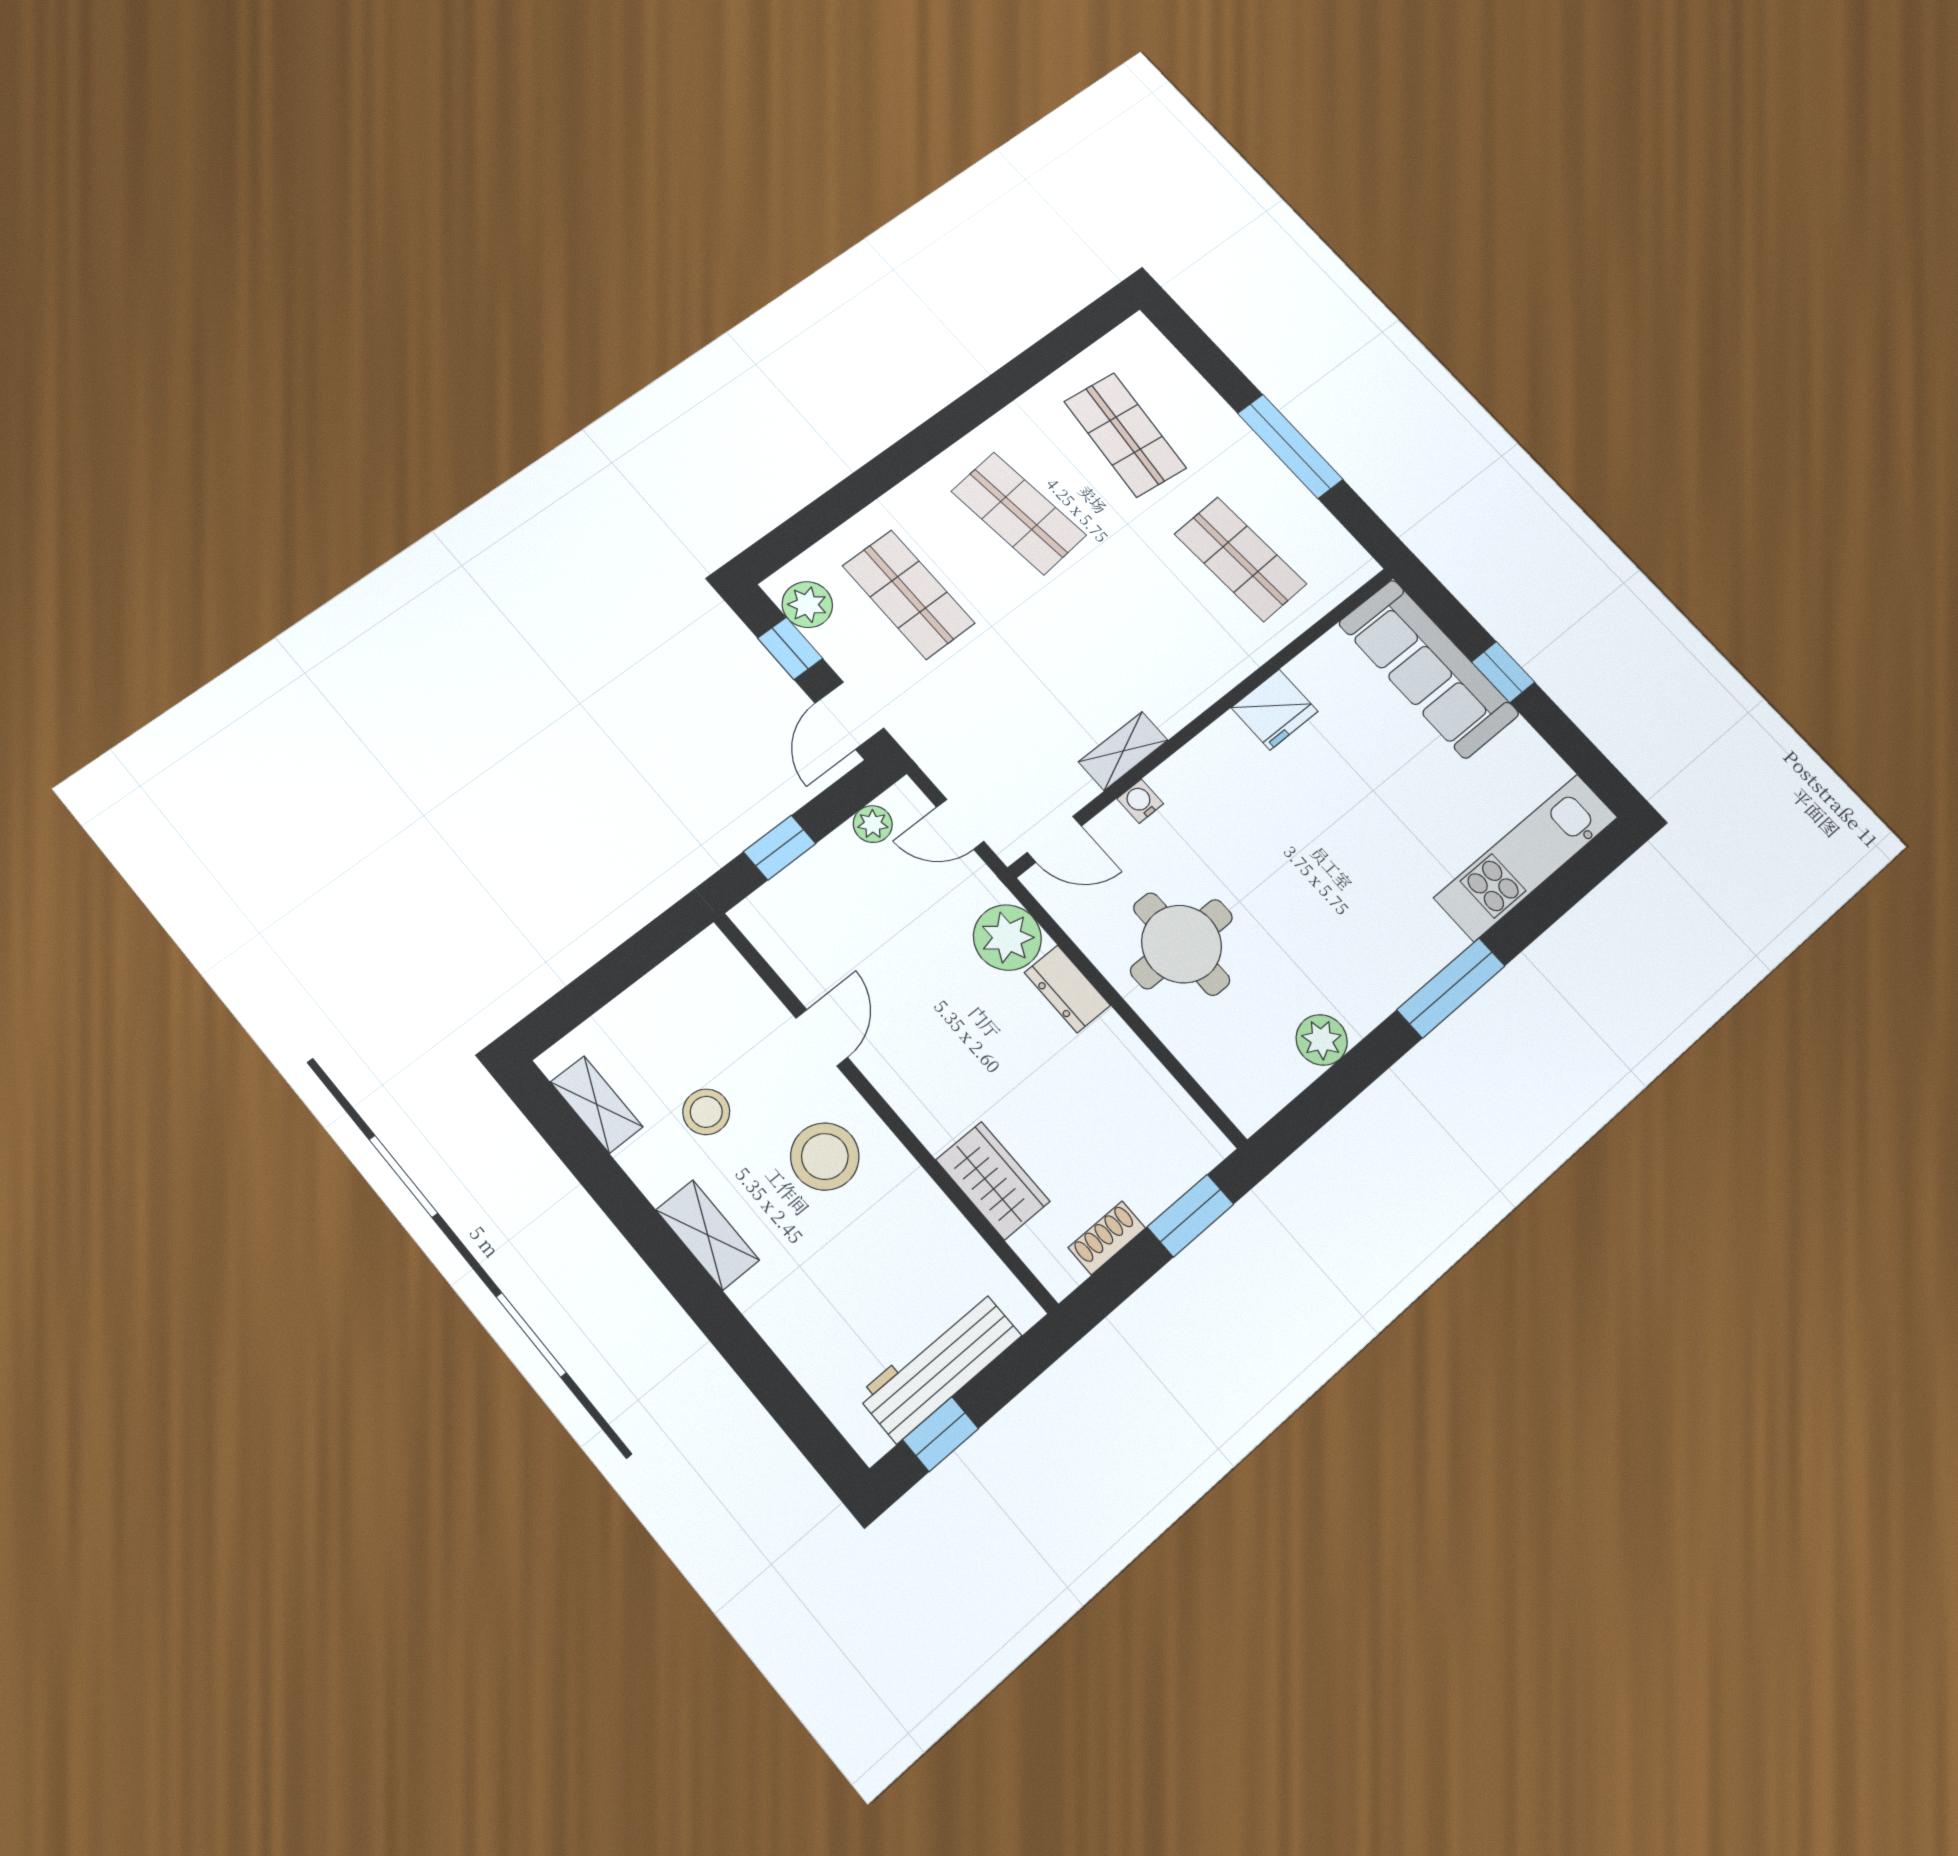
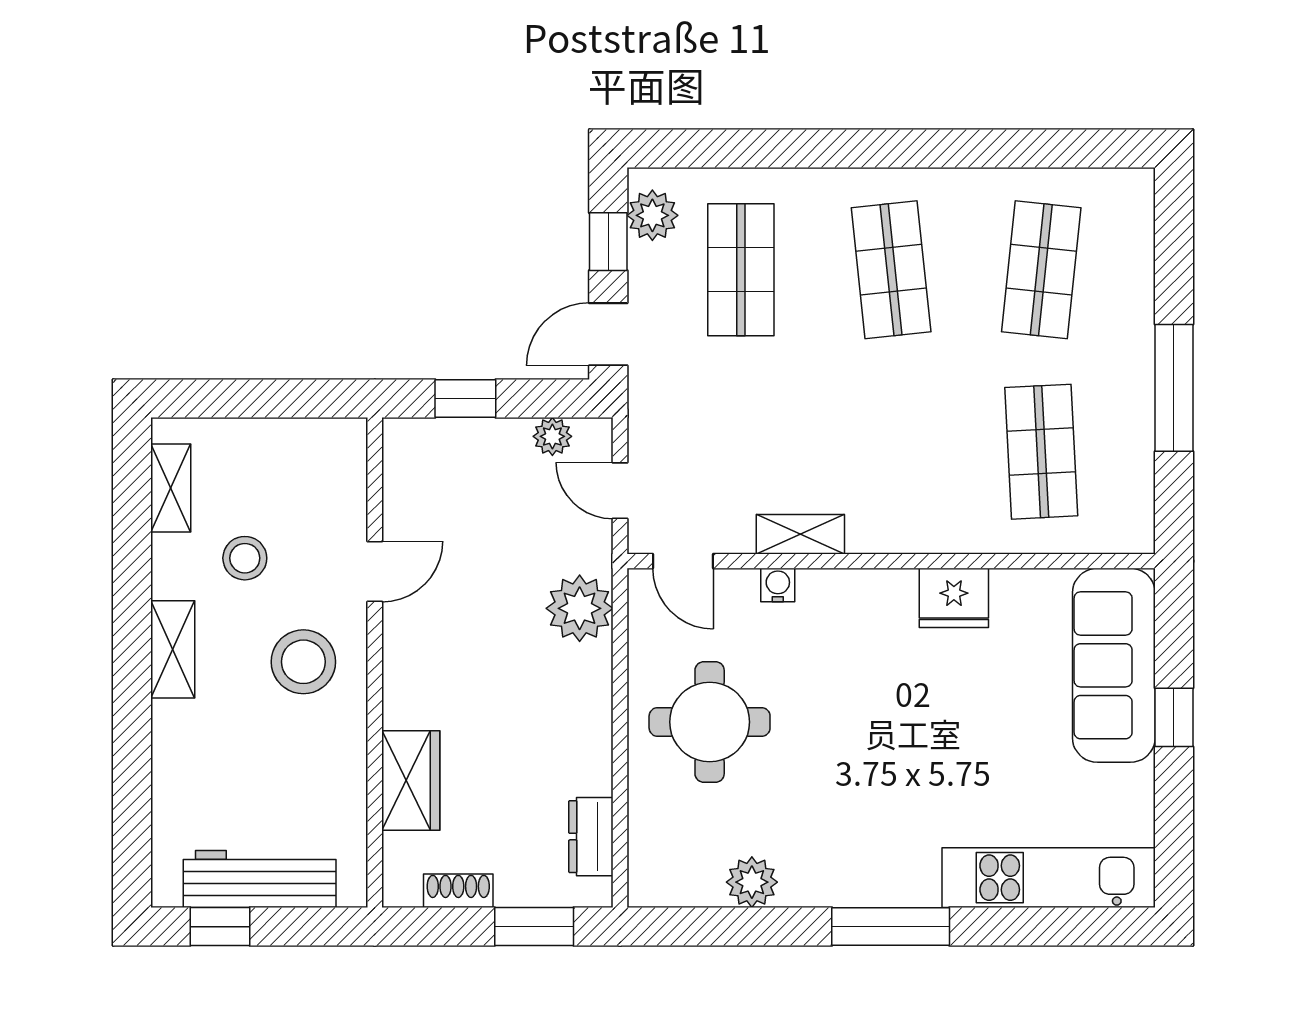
dresser: (1067, 989) -> (591, 837), moved

